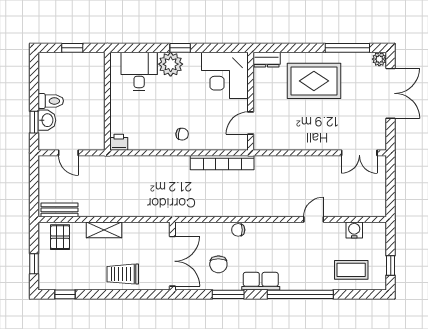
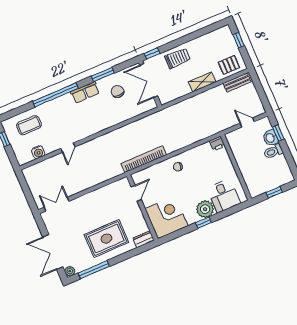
chair: (238, 230) -> (114, 120), removed
pallet: (60, 237) -> (229, 65), turned 90
window: (65, 294) -> (152, 53), moved

